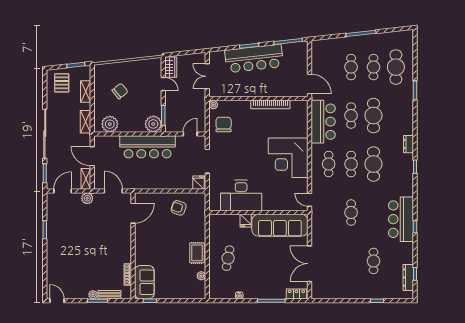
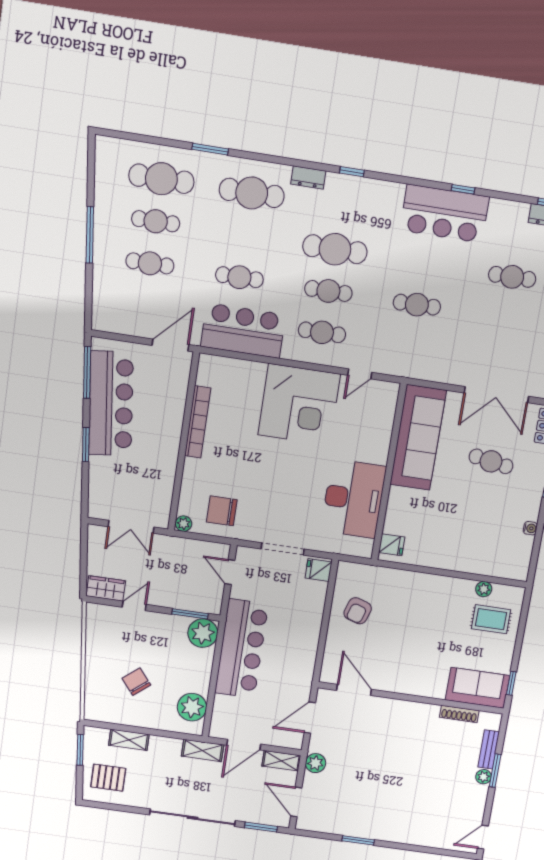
bar counter: (254, 58) -> (111, 403), moved
cafe table: (373, 116) -> (252, 193), moved
shelving: (85, 122) -> (203, 750), moved
door: (310, 200) -> (360, 374), moved
fridge: (246, 221) -> (392, 545), moved
rug: (197, 253) -> (491, 619), moved
cafe table: (228, 258) -> (491, 461), moved

